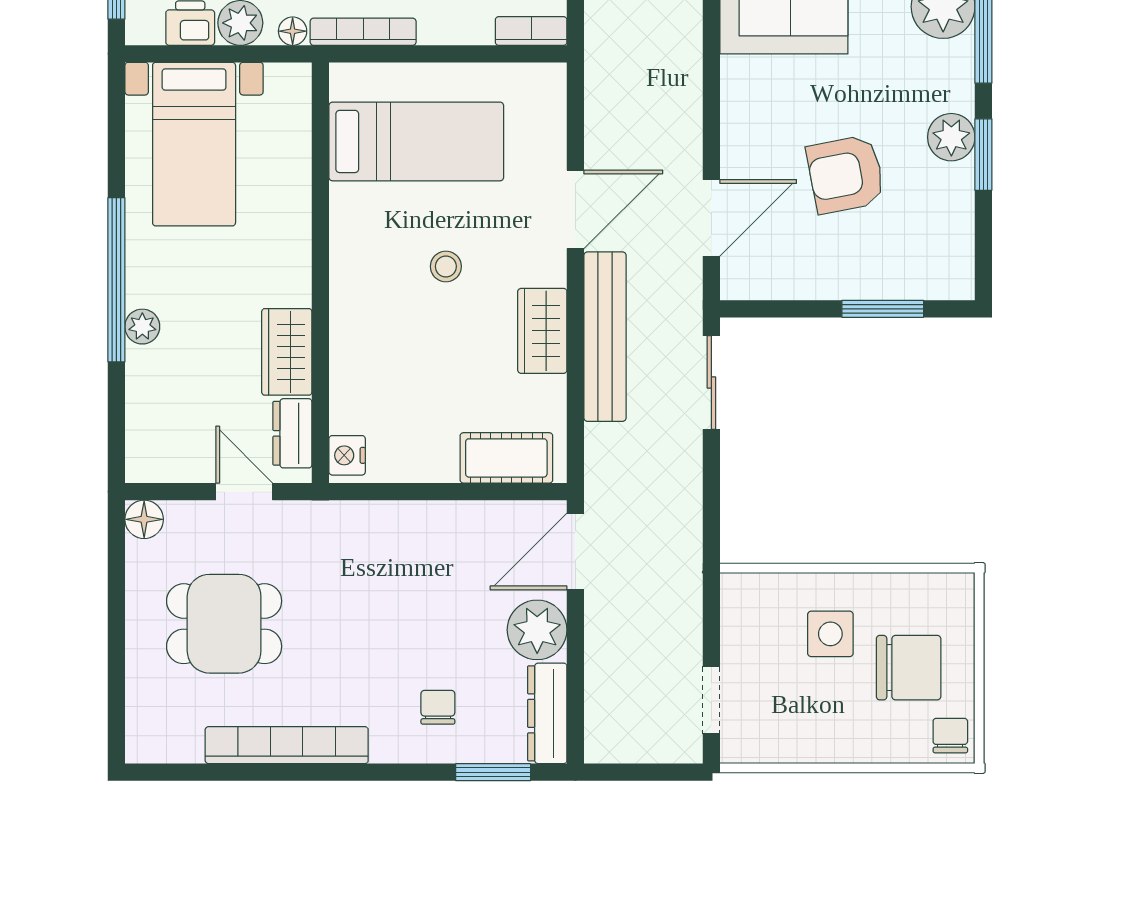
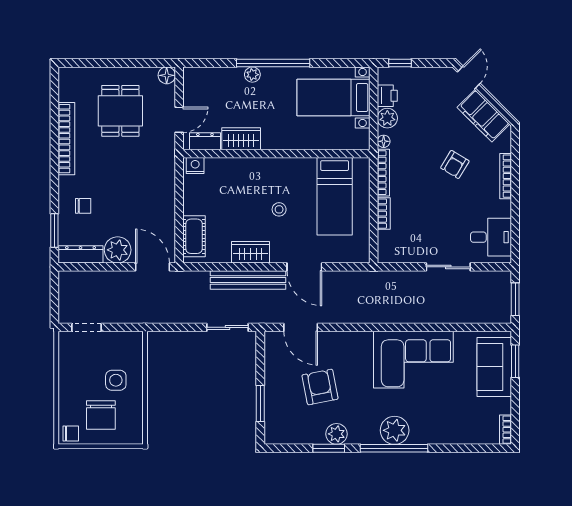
bookcase: (531, 31) -> (384, 214), moved

